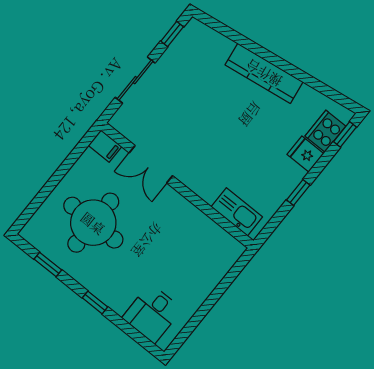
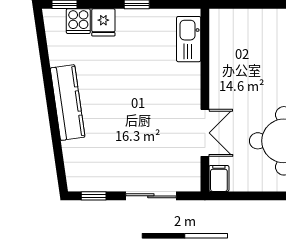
cooker: (325, 131) -> (78, 21), width x0.73

